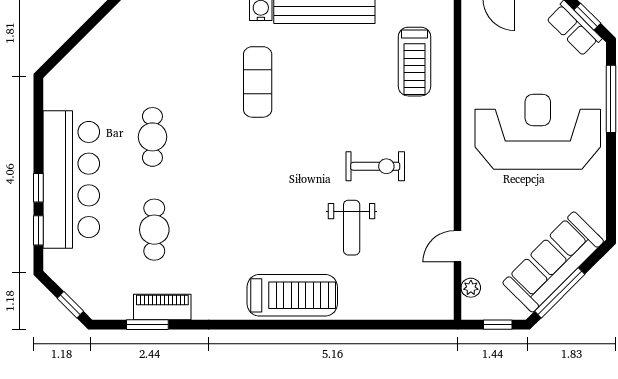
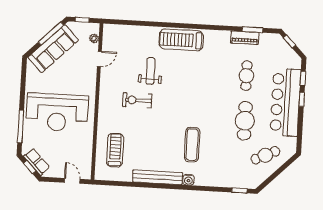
cafe table: (106, 69) -> (265, 155), added
cafe table: (152, 137) -> (245, 121), width x1.37, depth x1.35

